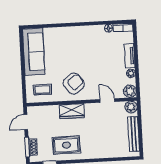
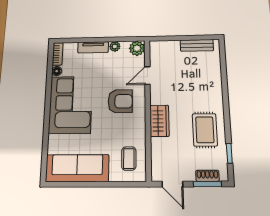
corner sofa: (82, 42) -> (70, 105), added
armchair: (74, 84) -> (120, 101), moved, turned 128
plant: (131, 107) -> (157, 48), removed
bench: (134, 134) -> (197, 45), width x0.73

